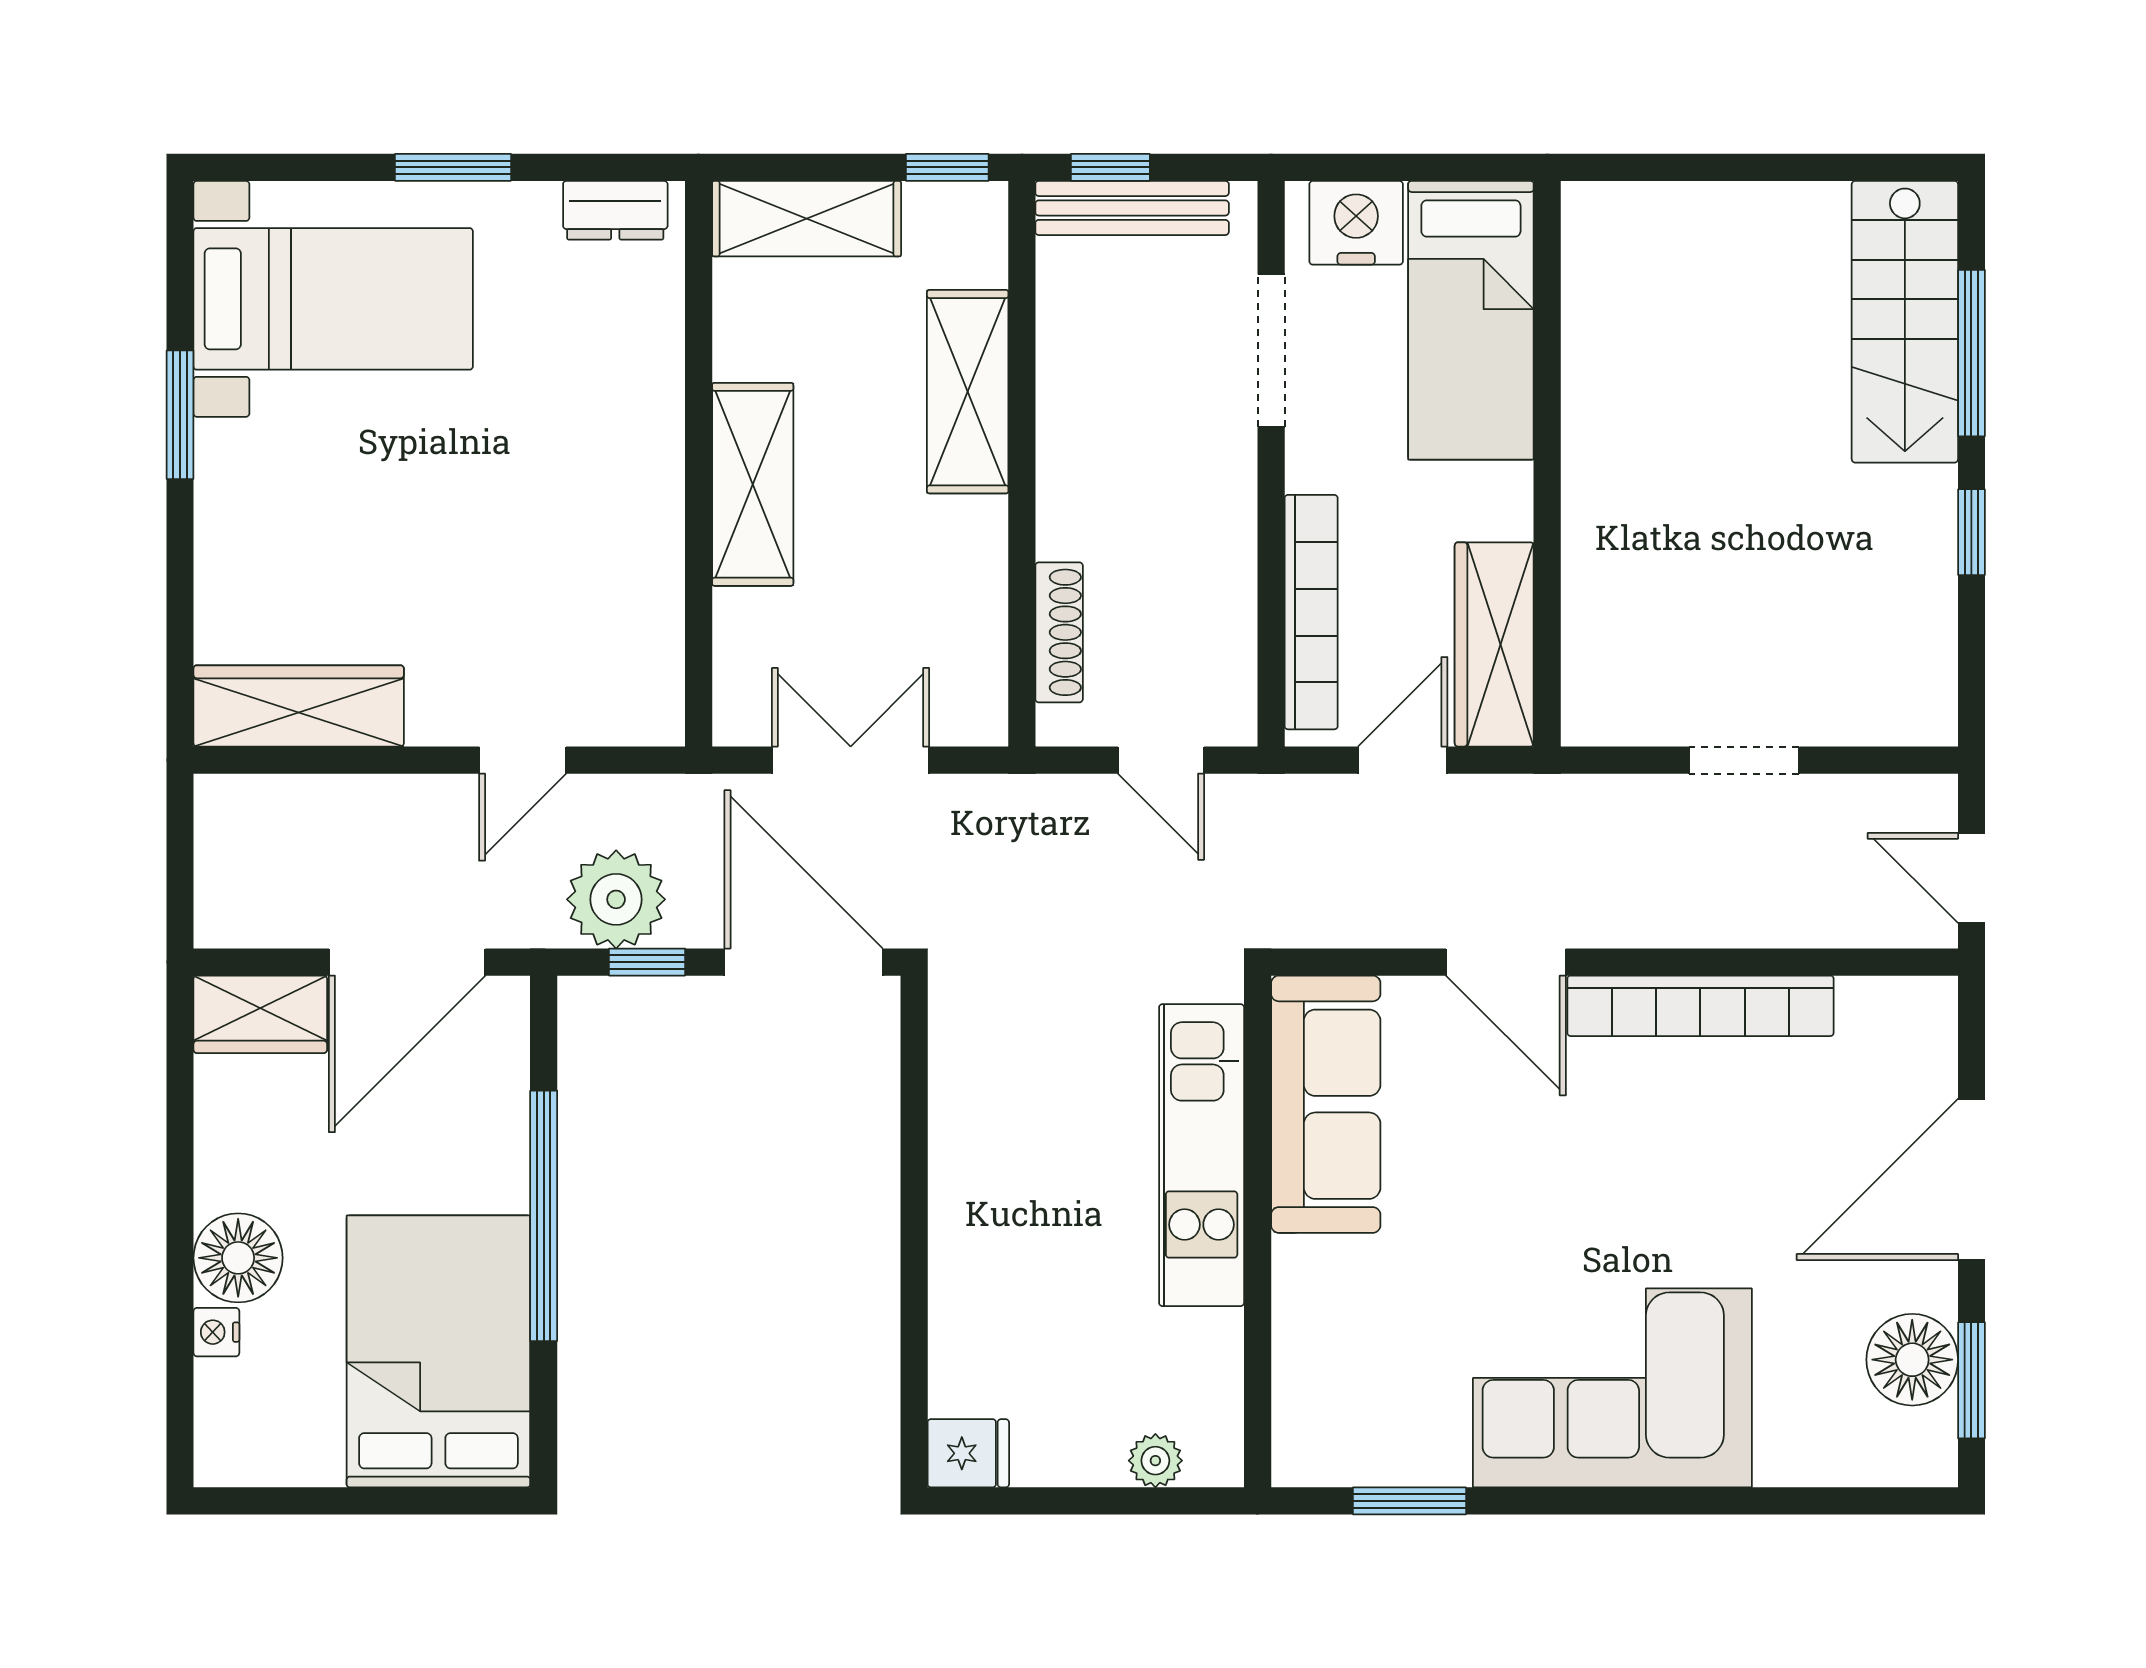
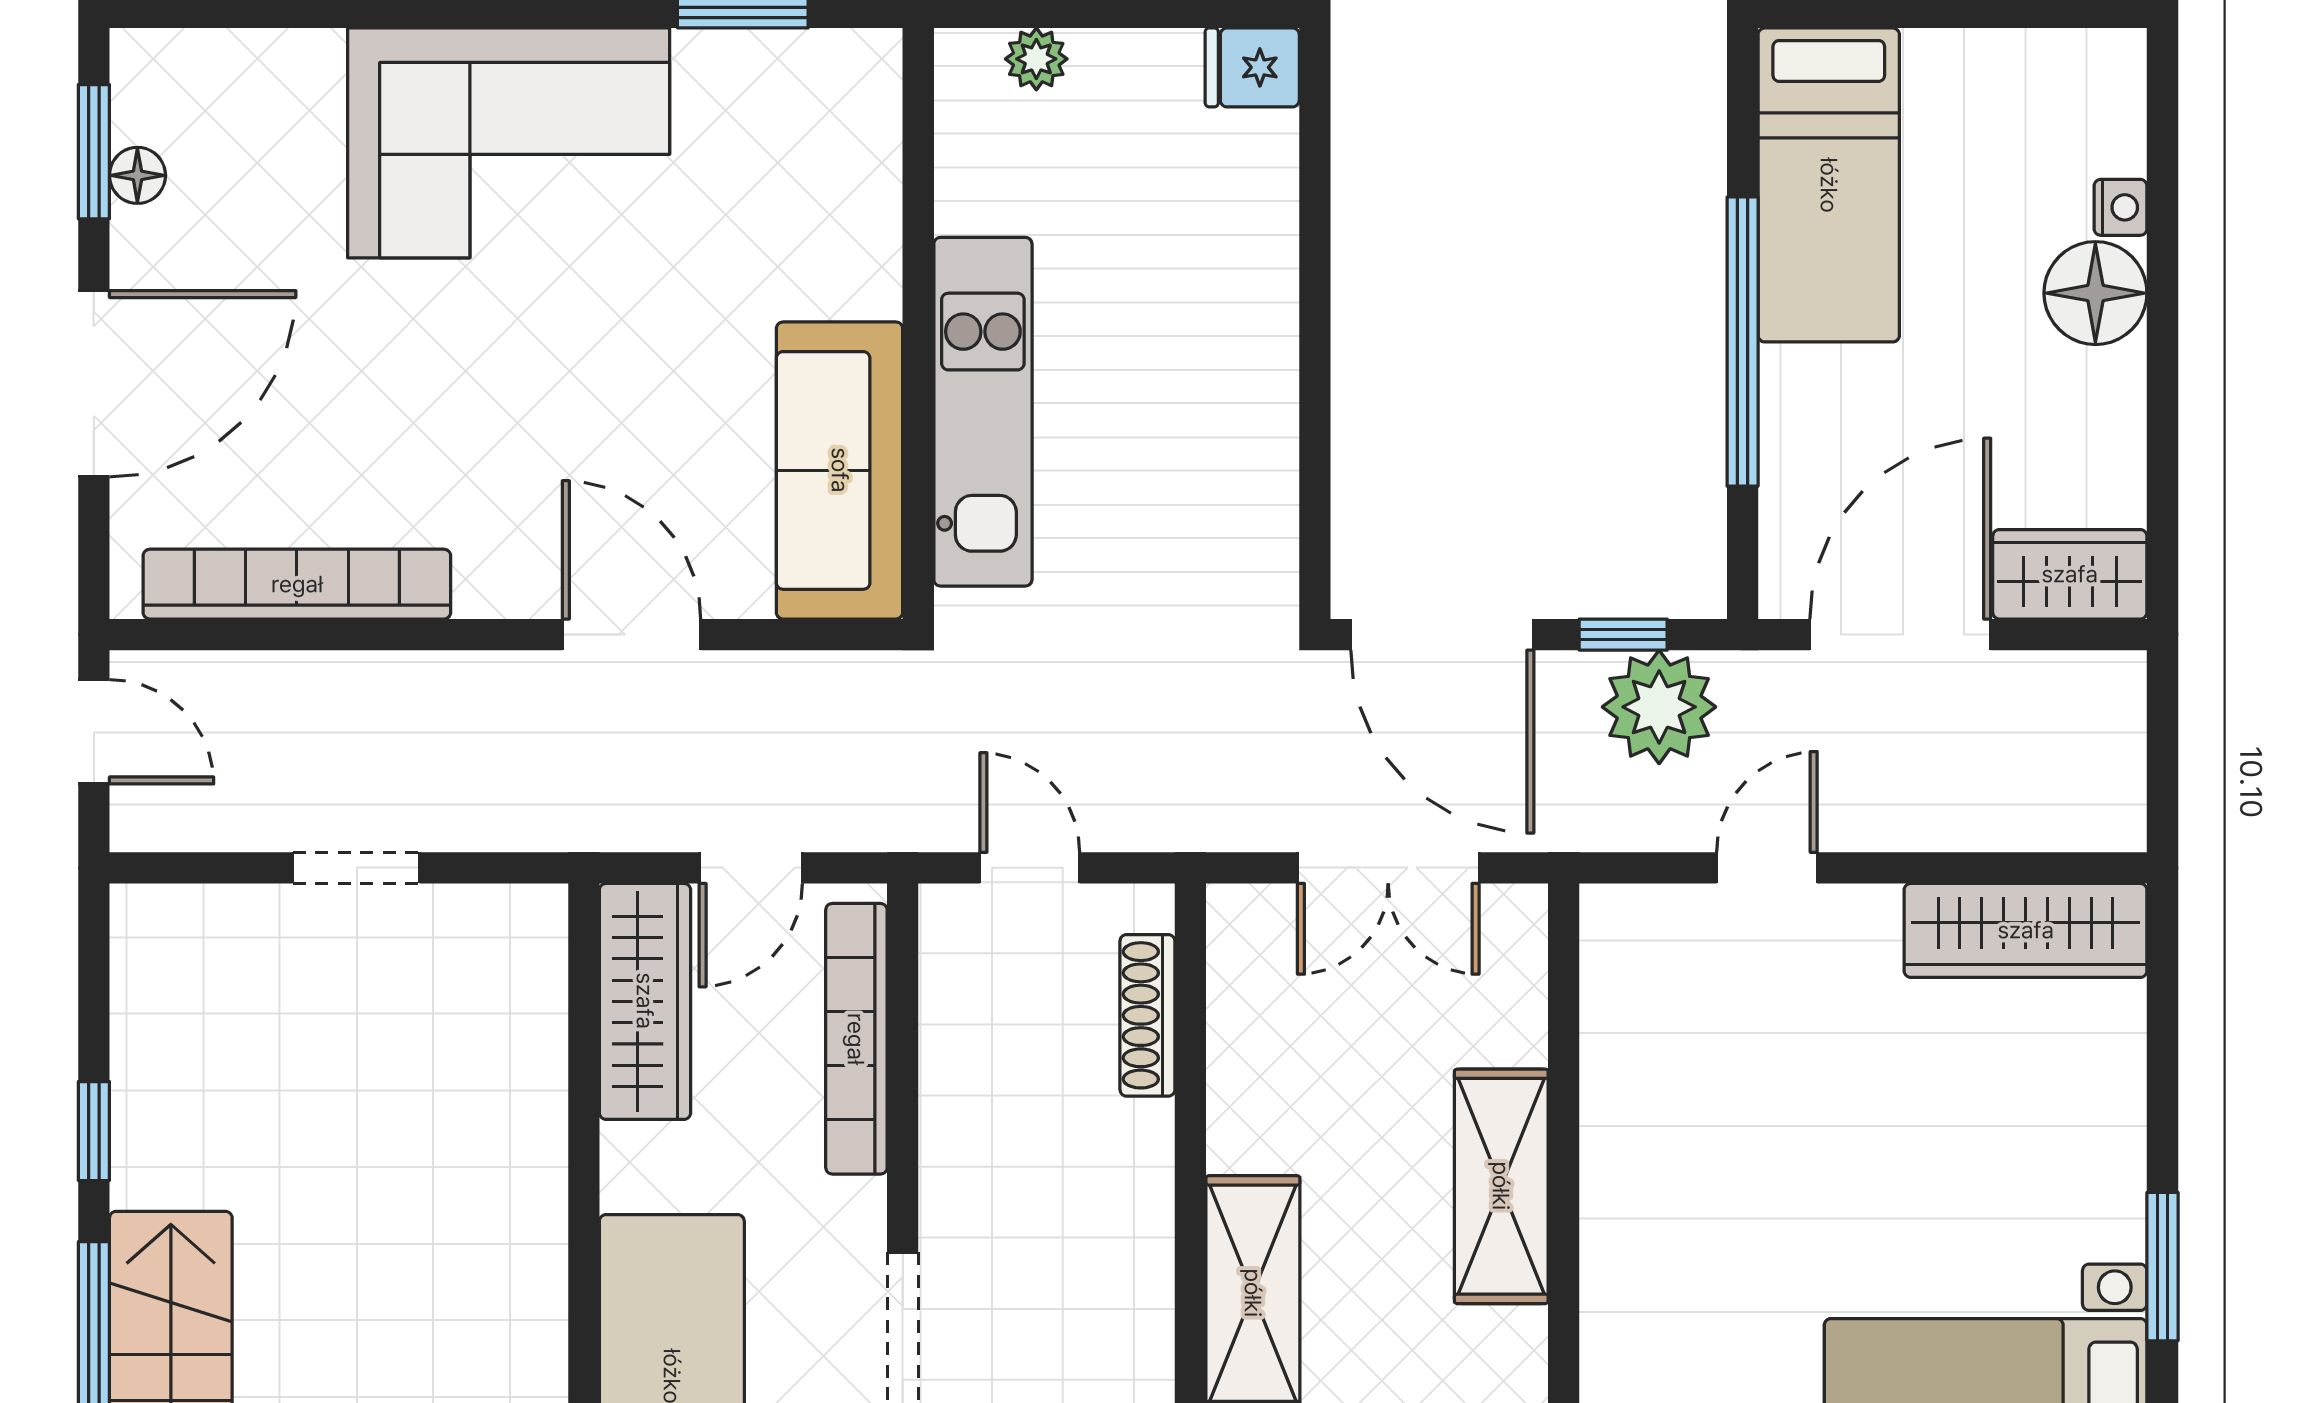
bookcase: (1700, 1006) -> (297, 584), moved
bed: (438, 1351) -> (1829, 185), width x0.67
floor lamp: (1912, 1360) -> (137, 175), width x0.53, depth x0.53

